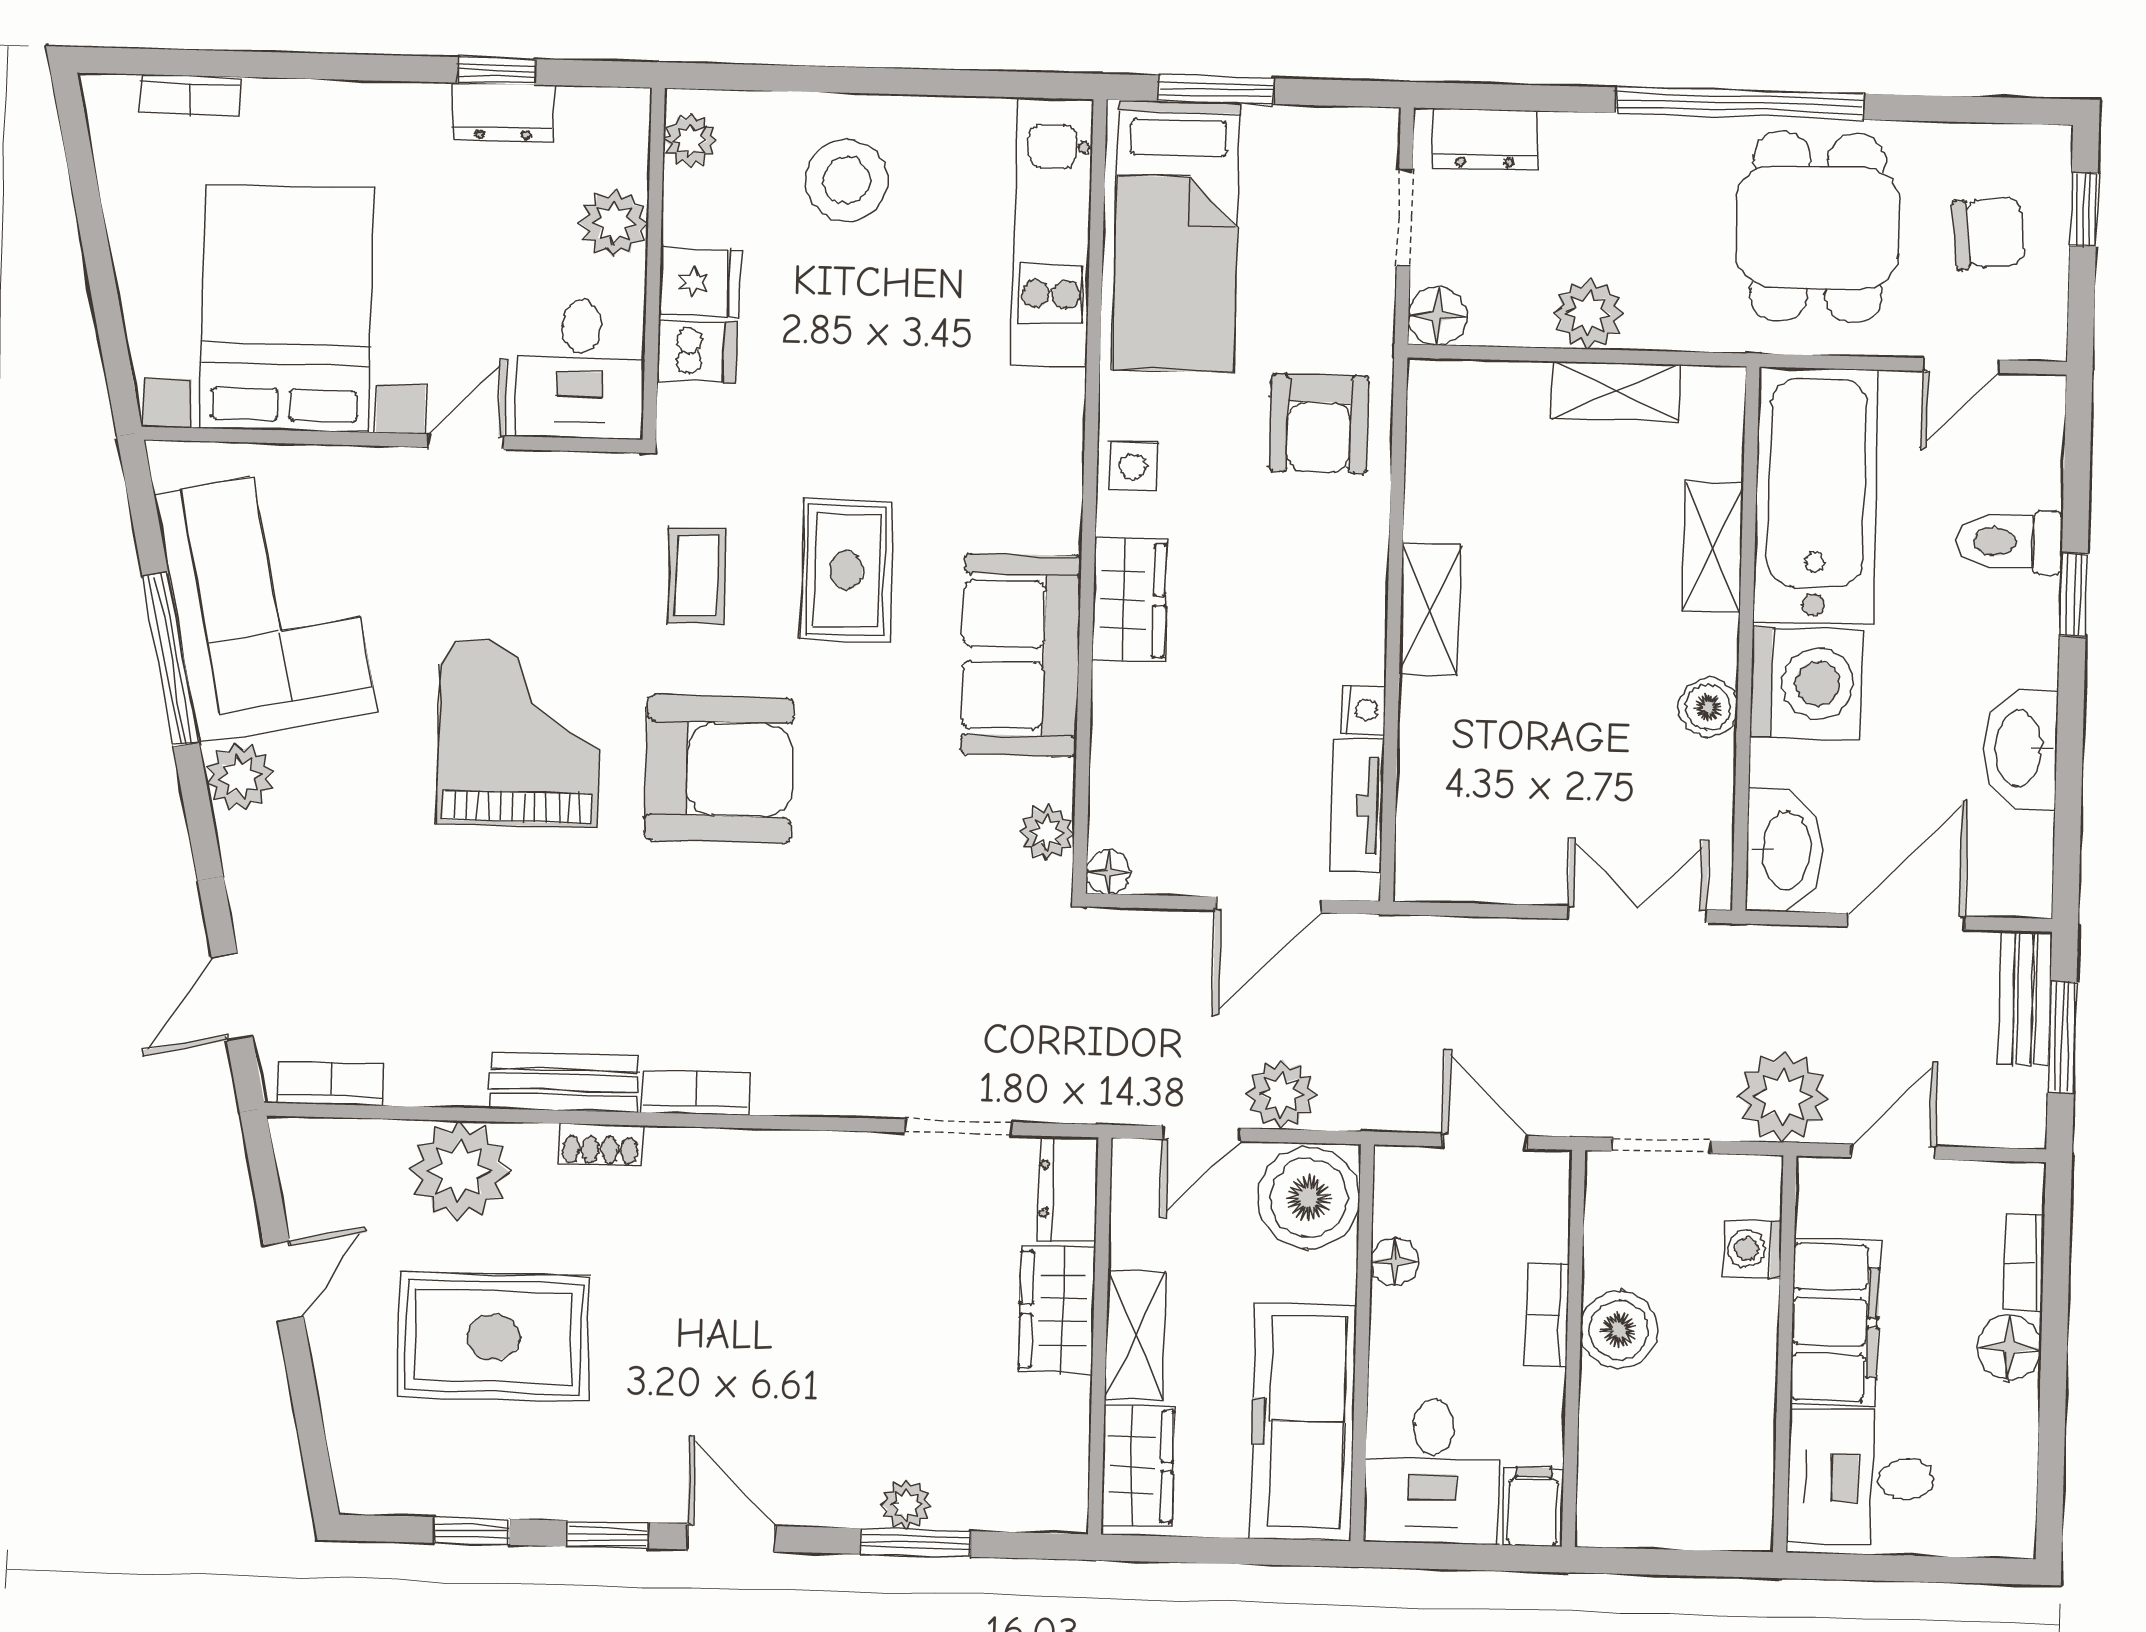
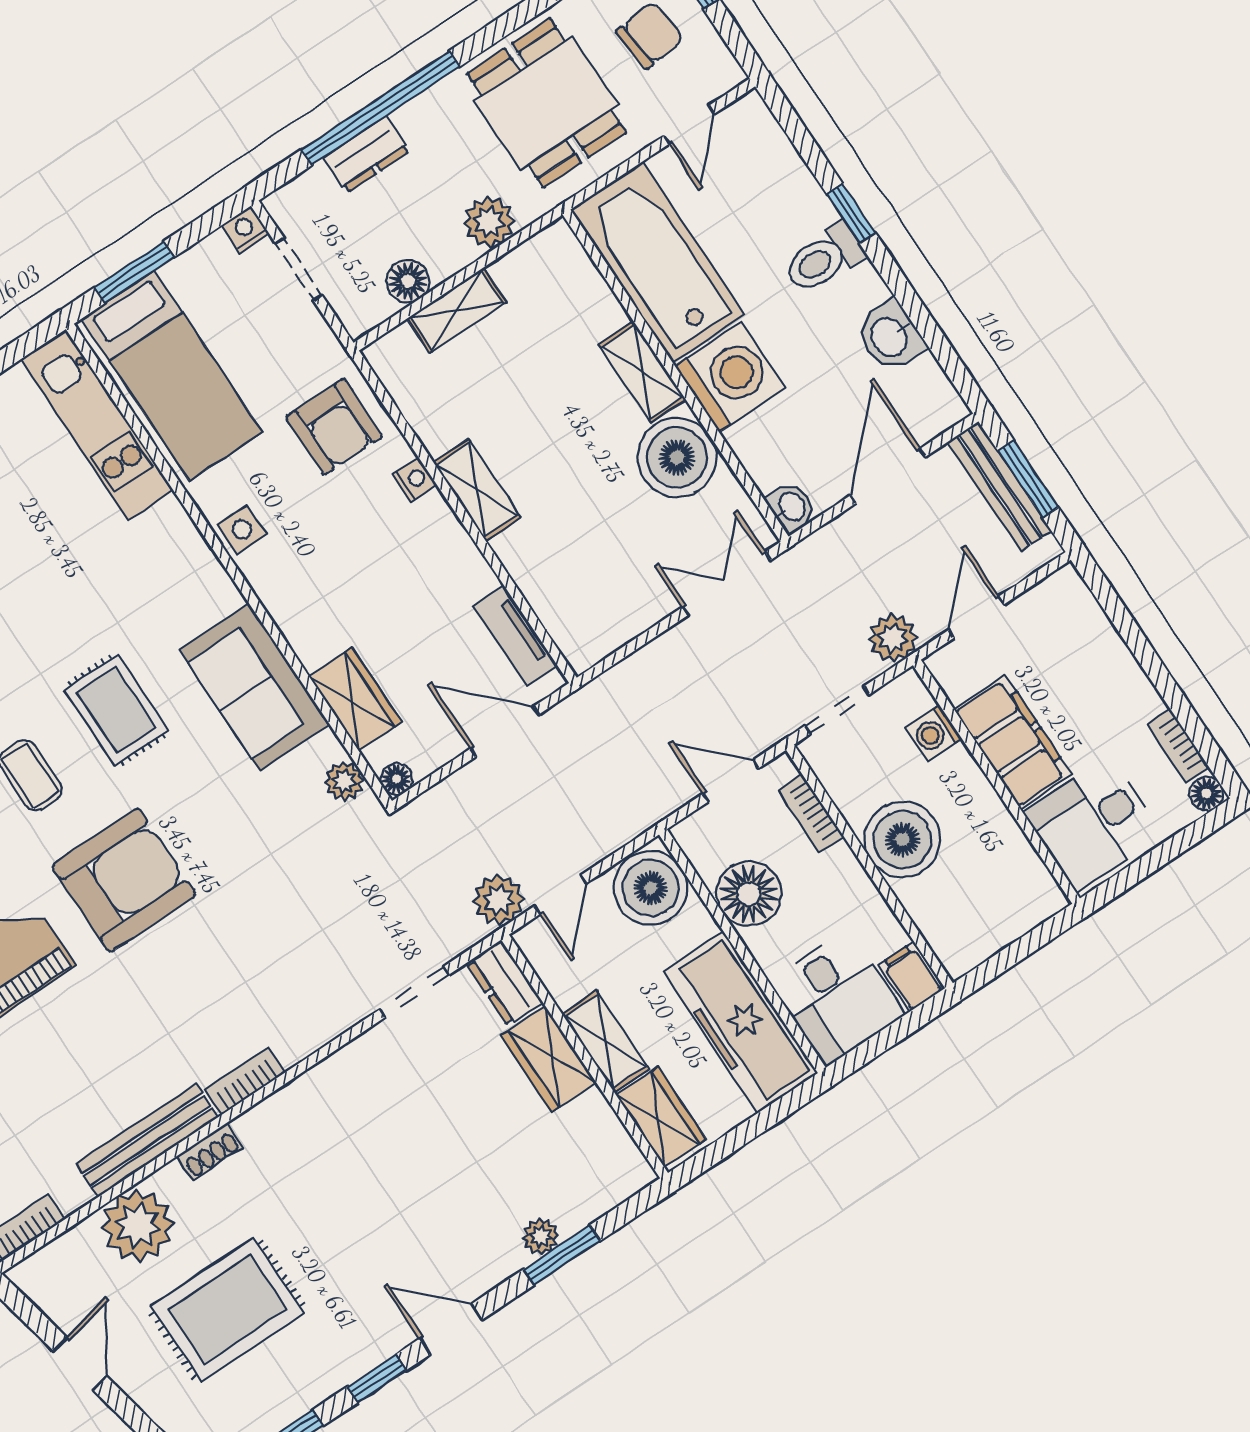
window: (1740, 103) -> (381, 108), moved
nightstand: (1376, 130) -> (245, 229), added
dresser: (1485, 139) -> (366, 154), moved
plant: (1588, 314) -> (489, 222), moved
floor lamp: (1438, 316) -> (408, 281), moved
shelving: (1616, 392) -> (457, 310), moved
toilet: (2009, 542) -> (824, 258), moved
shelving: (1713, 547) -> (642, 372), moved
wardrobe: (1129, 600) -> (355, 699), moved
boiler: (1708, 707) -> (677, 457), width x1.86, depth x1.86
nightstand: (1363, 710) -> (415, 479), moved
washbasin: (2021, 749) -> (890, 336), width x0.72
washbasin: (1784, 850) -> (791, 507), width x0.52, depth x0.69
door: (1269, 905) -> (505, 731), swing flipped
bench: (2025, 998) -> (1000, 486), width x1.36
bench: (564, 1083) -> (147, 1140), width x1.36
plant: (1281, 1094) -> (499, 900), moved
plant: (1783, 1097) -> (893, 638), width x0.73, depth x0.73
floor lamp: (1395, 1261) -> (749, 894), width x1.89, depth x1.89
bookcase: (2024, 1262) -> (1178, 746), moved
bookcase: (1547, 1315) -> (810, 813), moved
boiler: (1619, 1330) -> (903, 839), width x1.37, depth x1.37
floor lamp: (2009, 1348) -> (1207, 794), moved, width x0.73, depth x0.73

